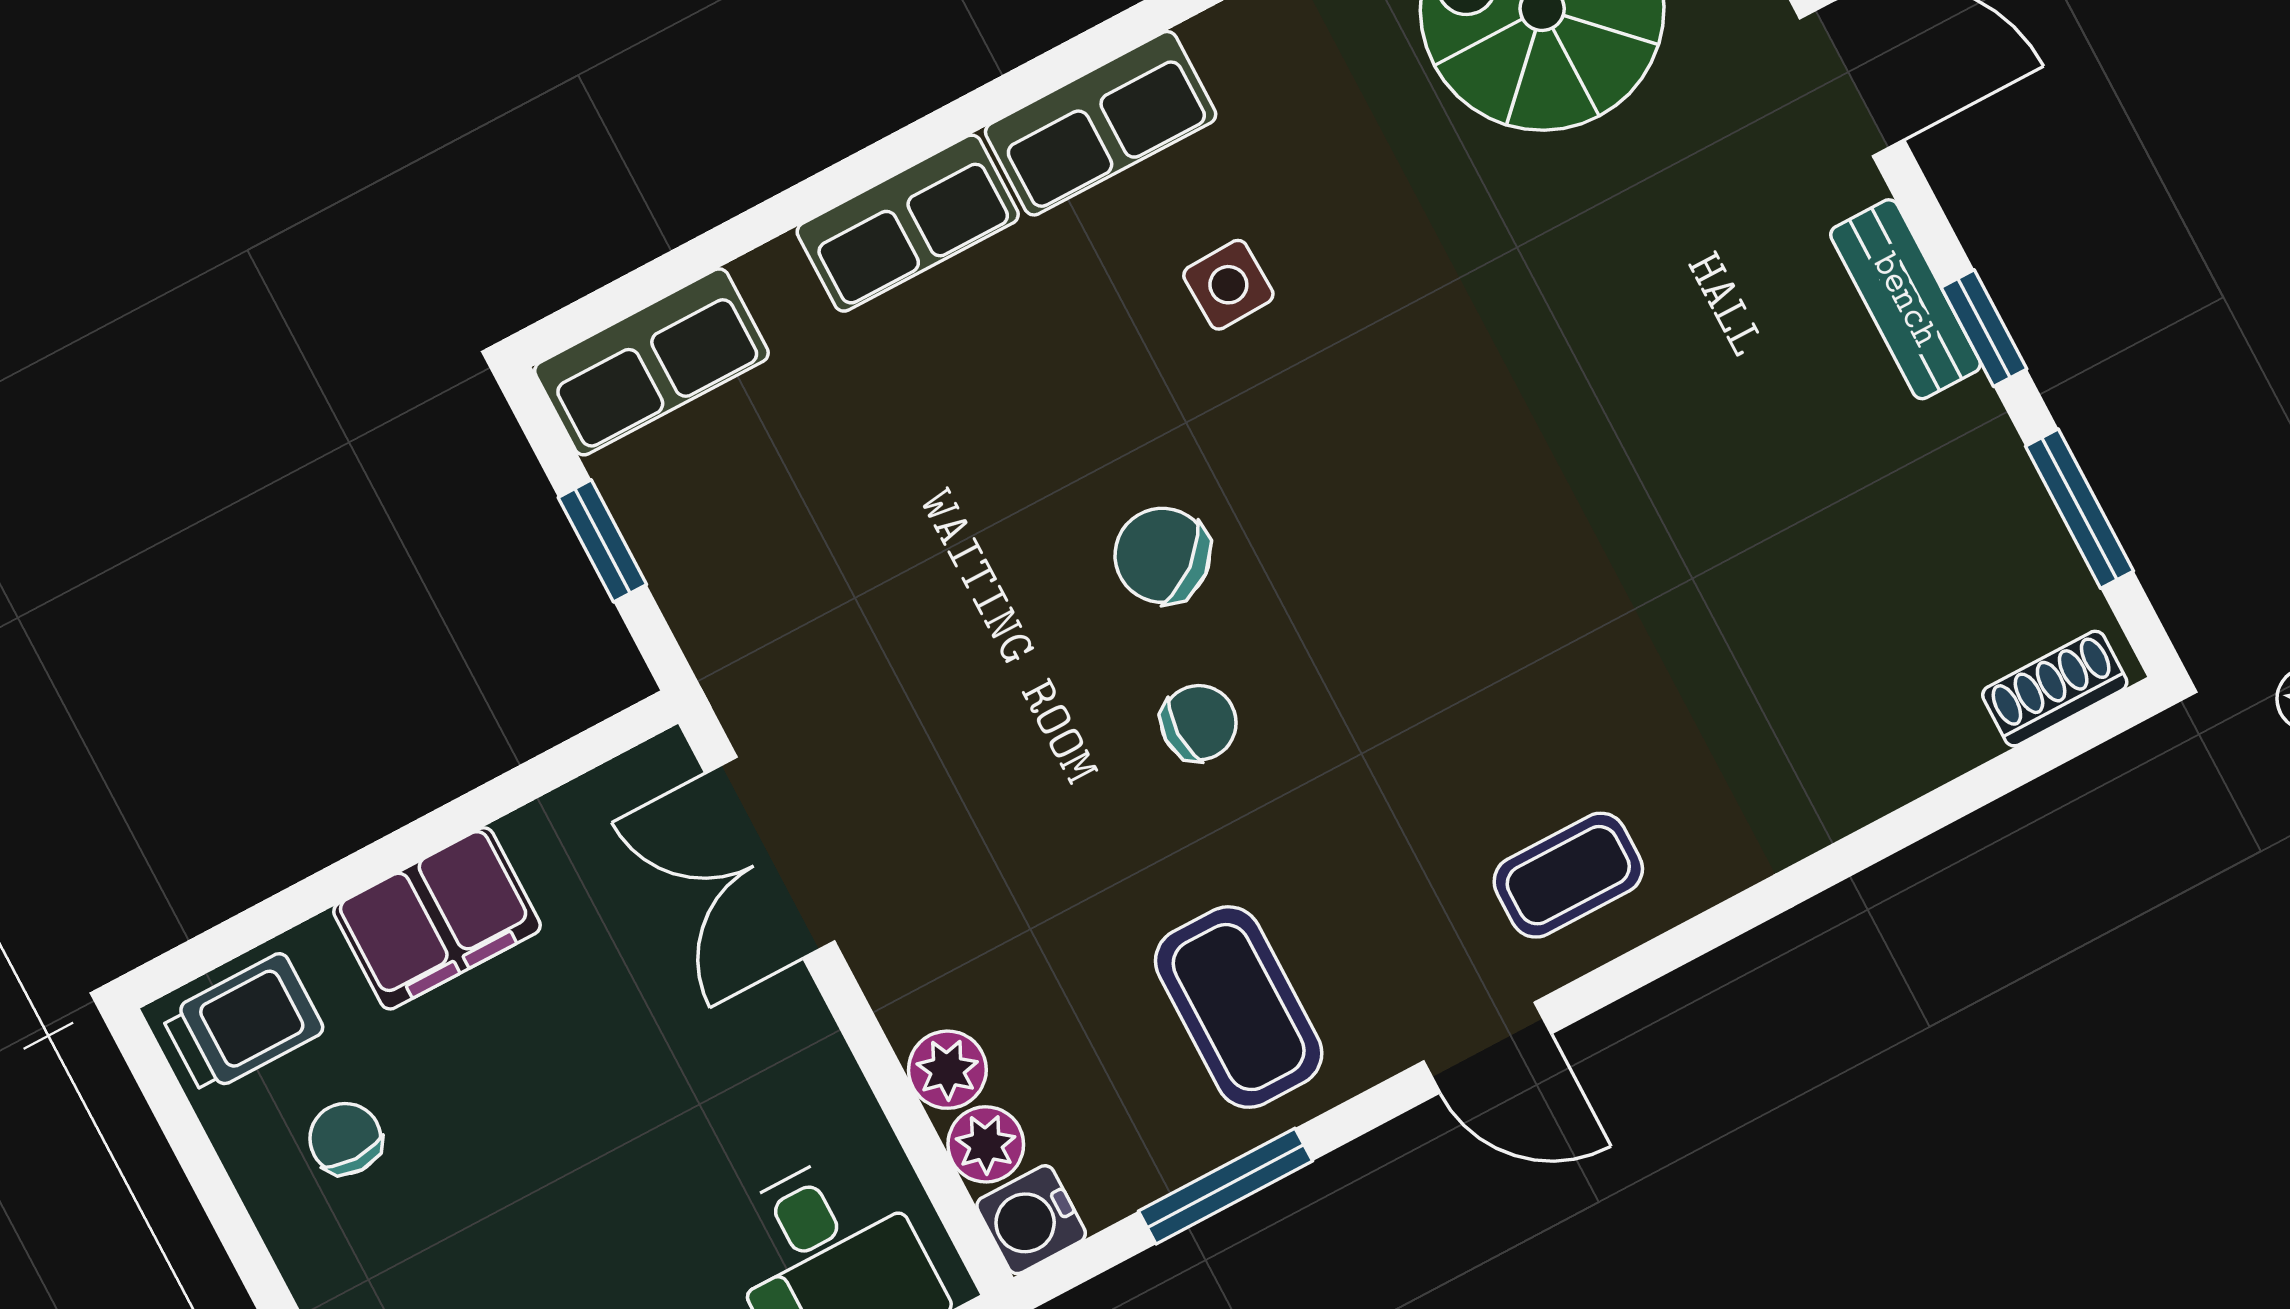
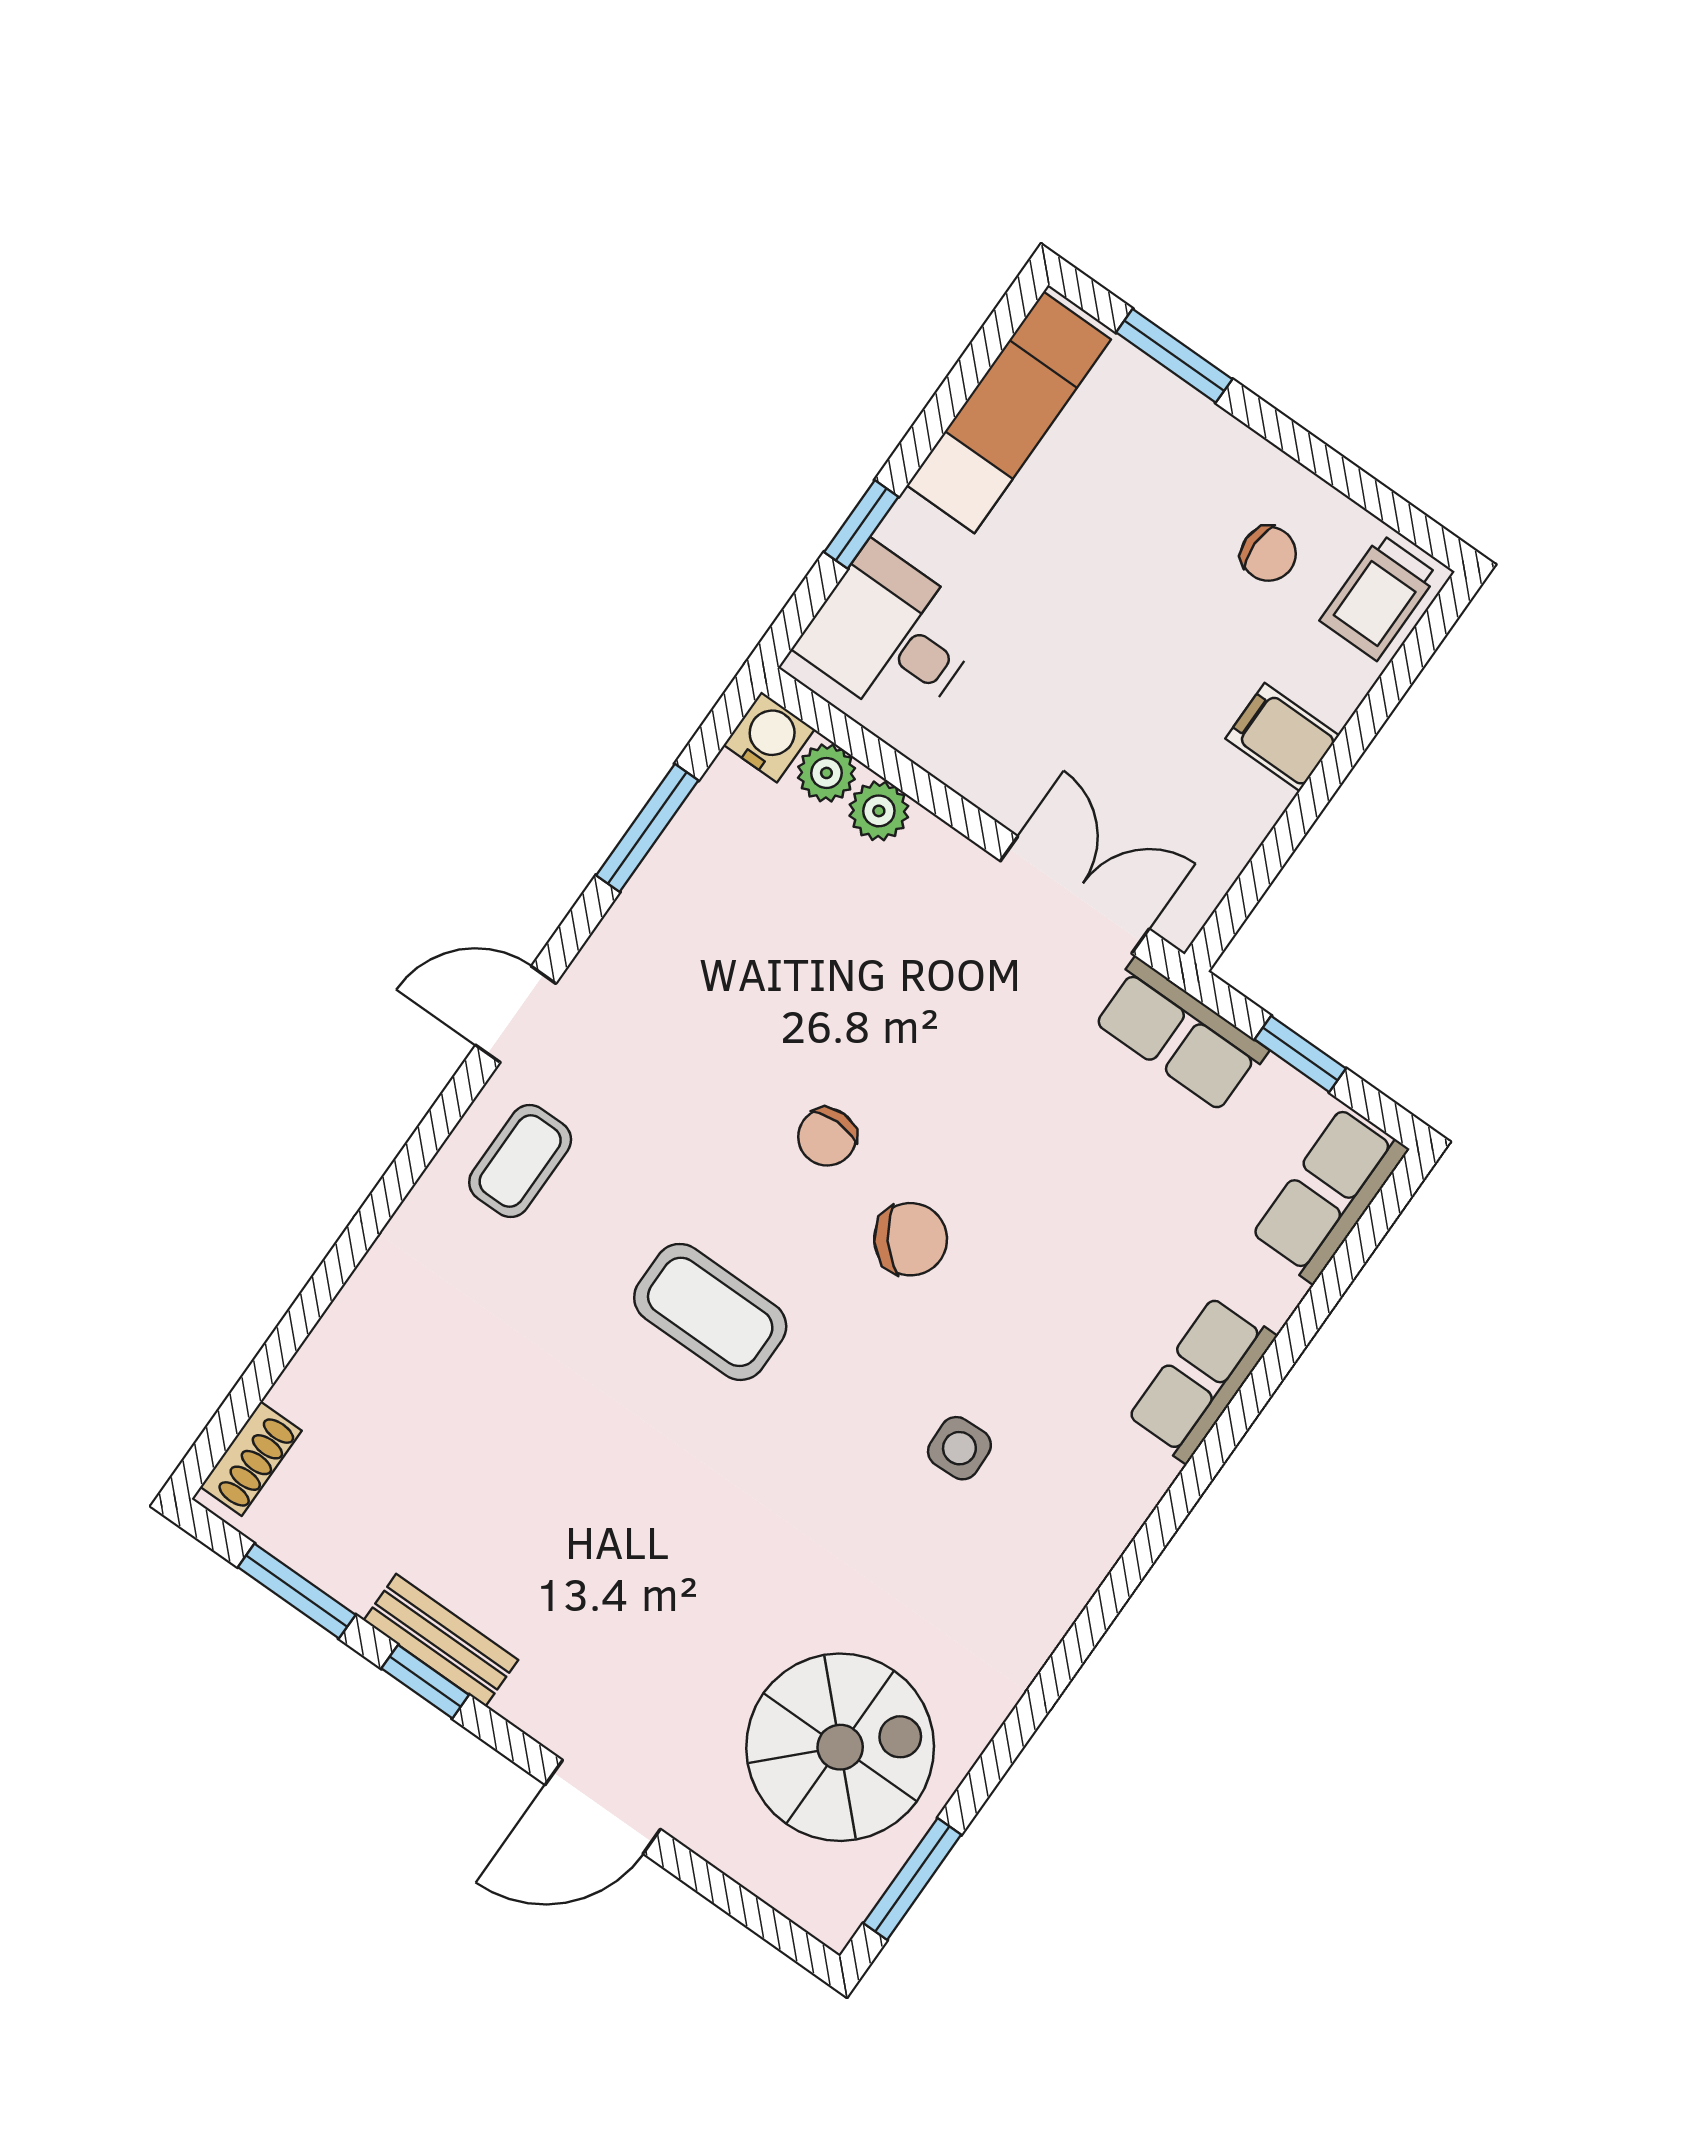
row of seats: (1101, 123) -> (1180, 1035), moved, turned -90
bench: (1906, 299) -> (441, 1640), moved
filing cabinet: (437, 918) -> (1282, 737), width x0.50
coffee table: (1239, 1007) -> (710, 1312), moved

